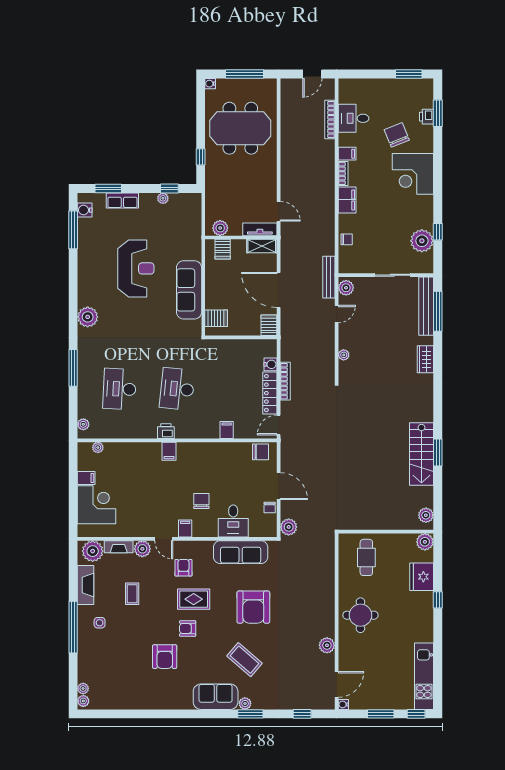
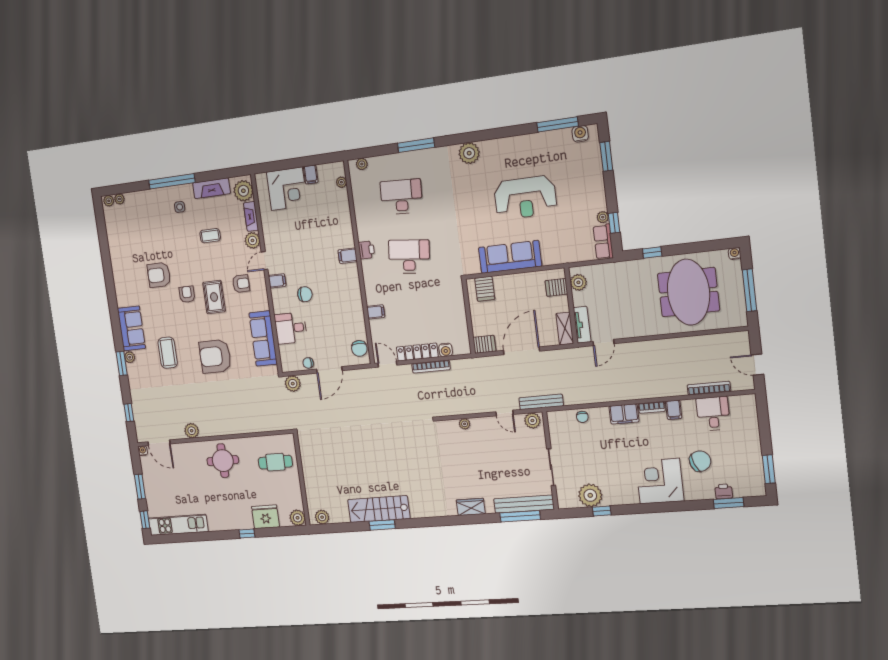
row of seats: (122, 201) -> (603, 242), moved
coffee table: (245, 660) -> (168, 353), turned -41

